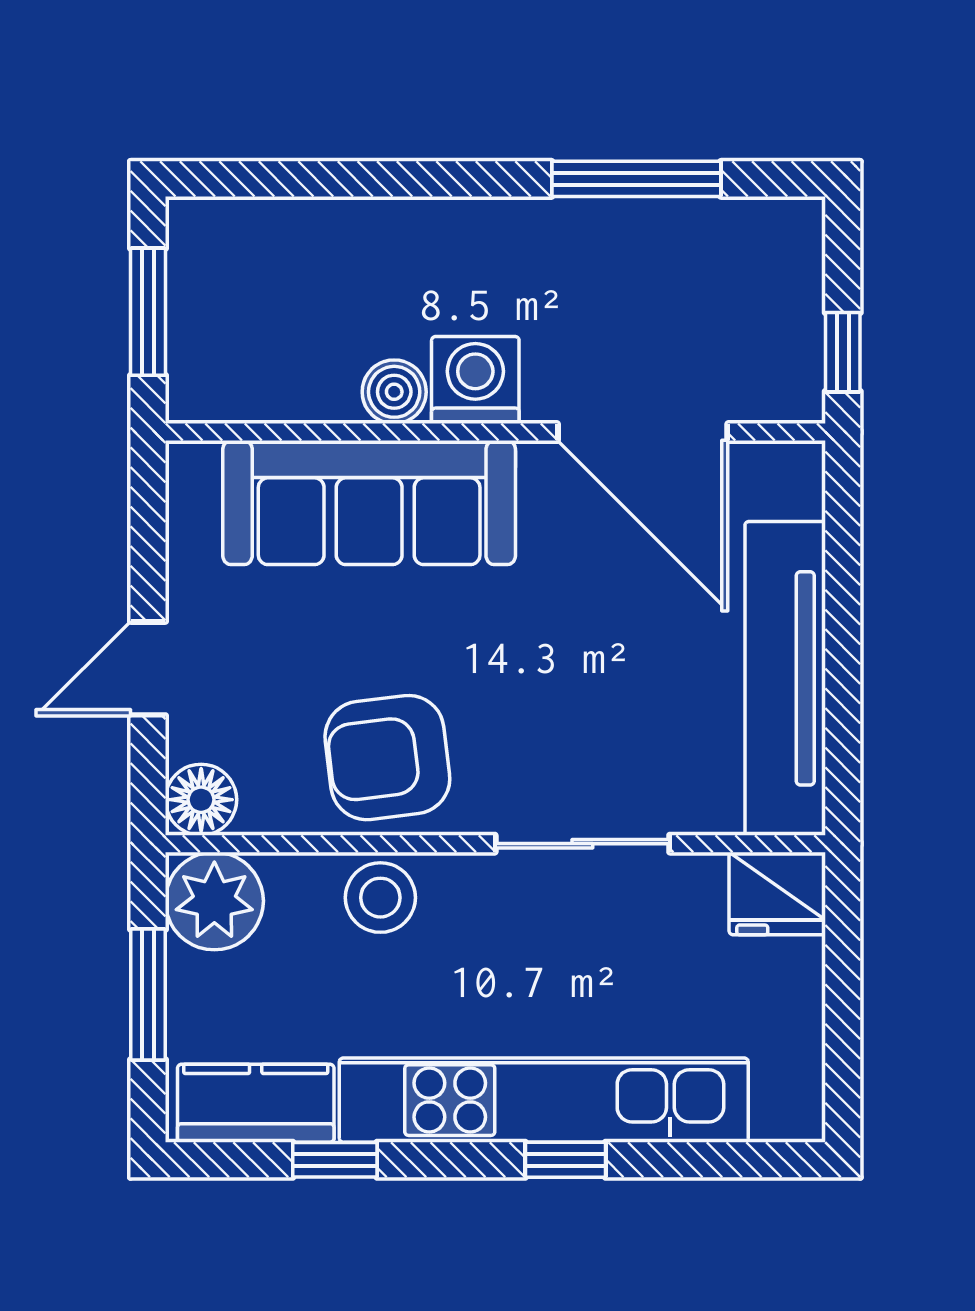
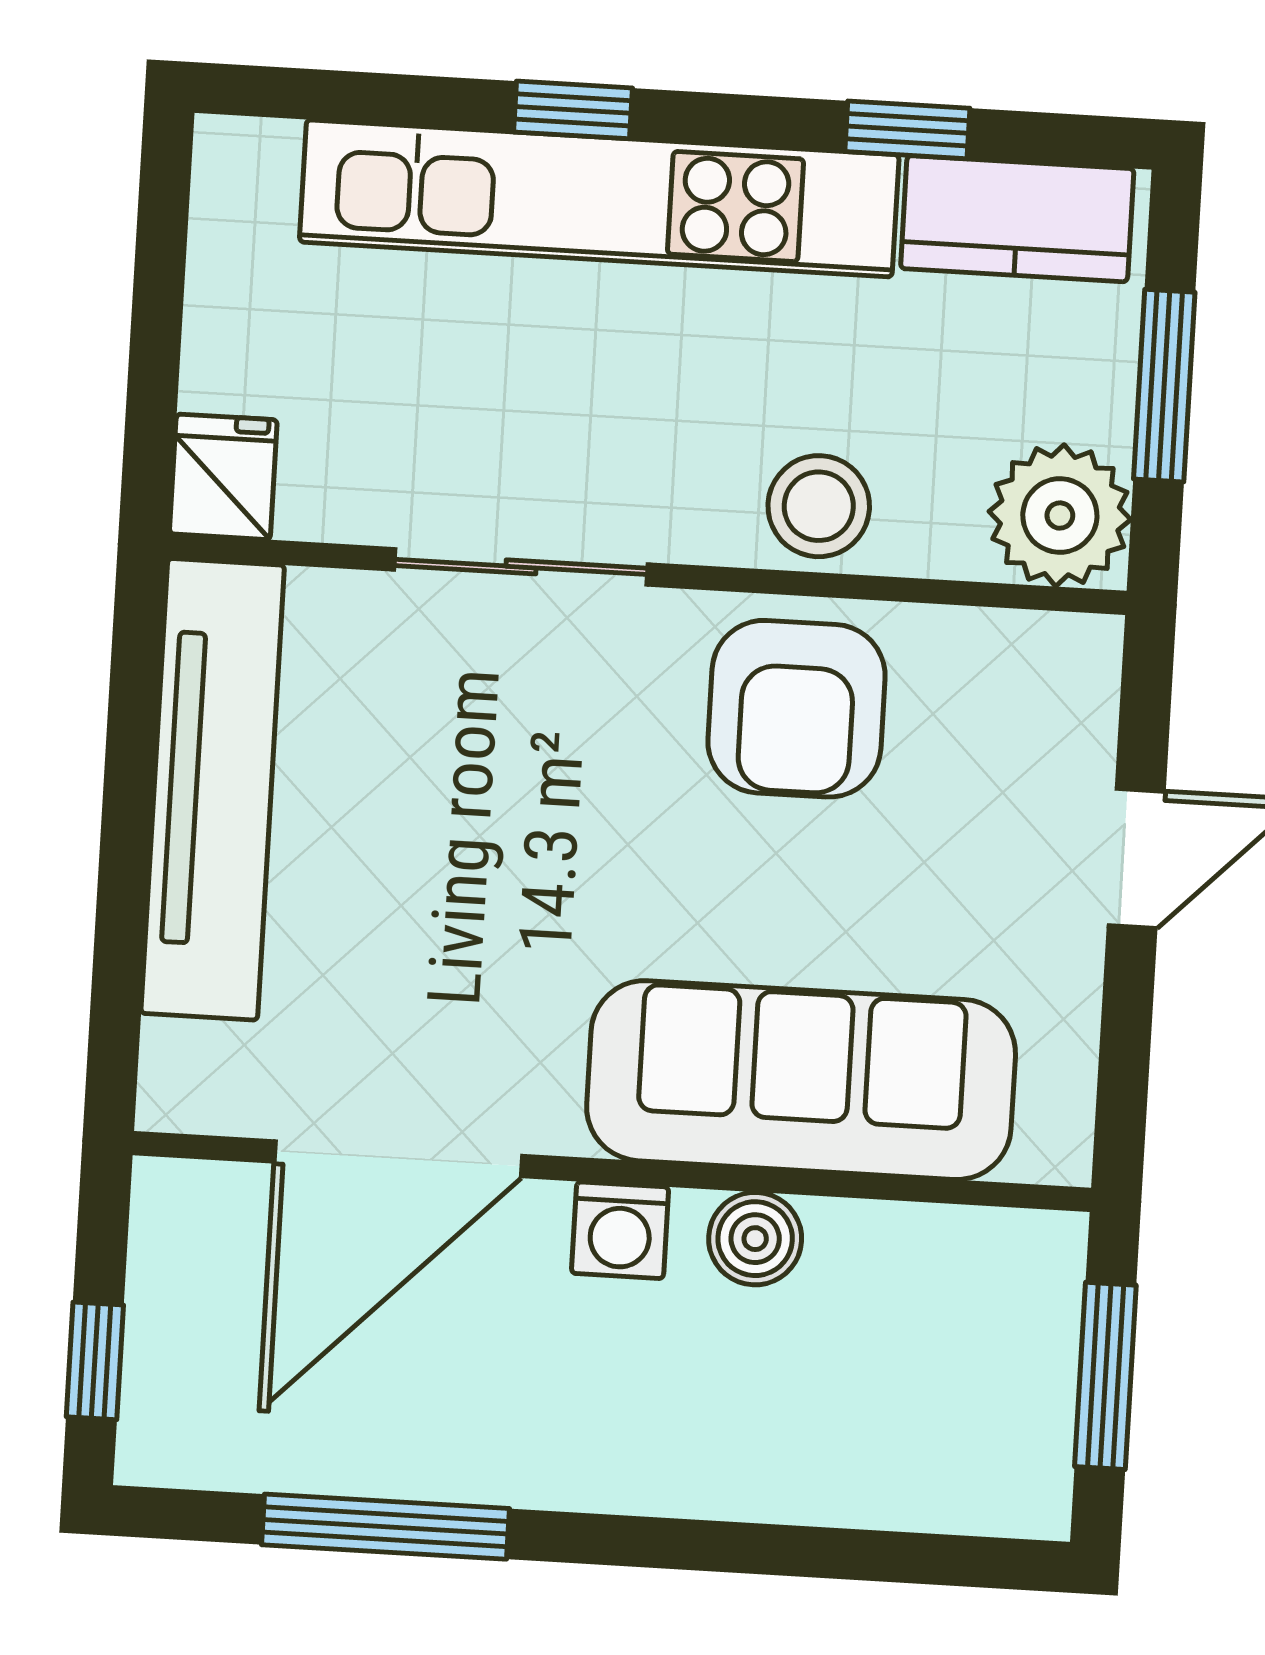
window: (843, 352) -> (95, 1361), moved
washing machine: (475, 380) -> (620, 1230), width x0.73, depth x0.73
door: (643, 432) -> (398, 1159), swing flipped
armchair: (387, 758) -> (797, 709), turned 97
floor lamp: (201, 800) -> (1070, 664), removed
fridge: (777, 893) -> (223, 477), width x0.72

